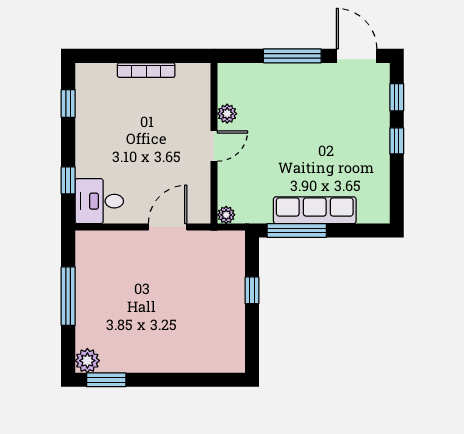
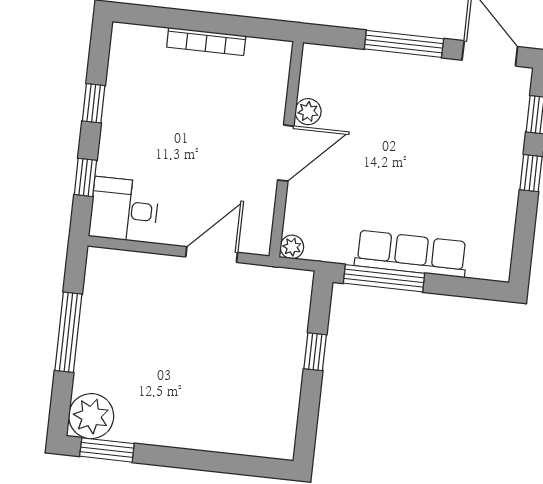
window: (68, 104) -> (94, 103), moved
door: (214, 146) -> (286, 153), width x1.38
plant: (87, 361) -> (91, 416), width x1.36, depth x1.36

